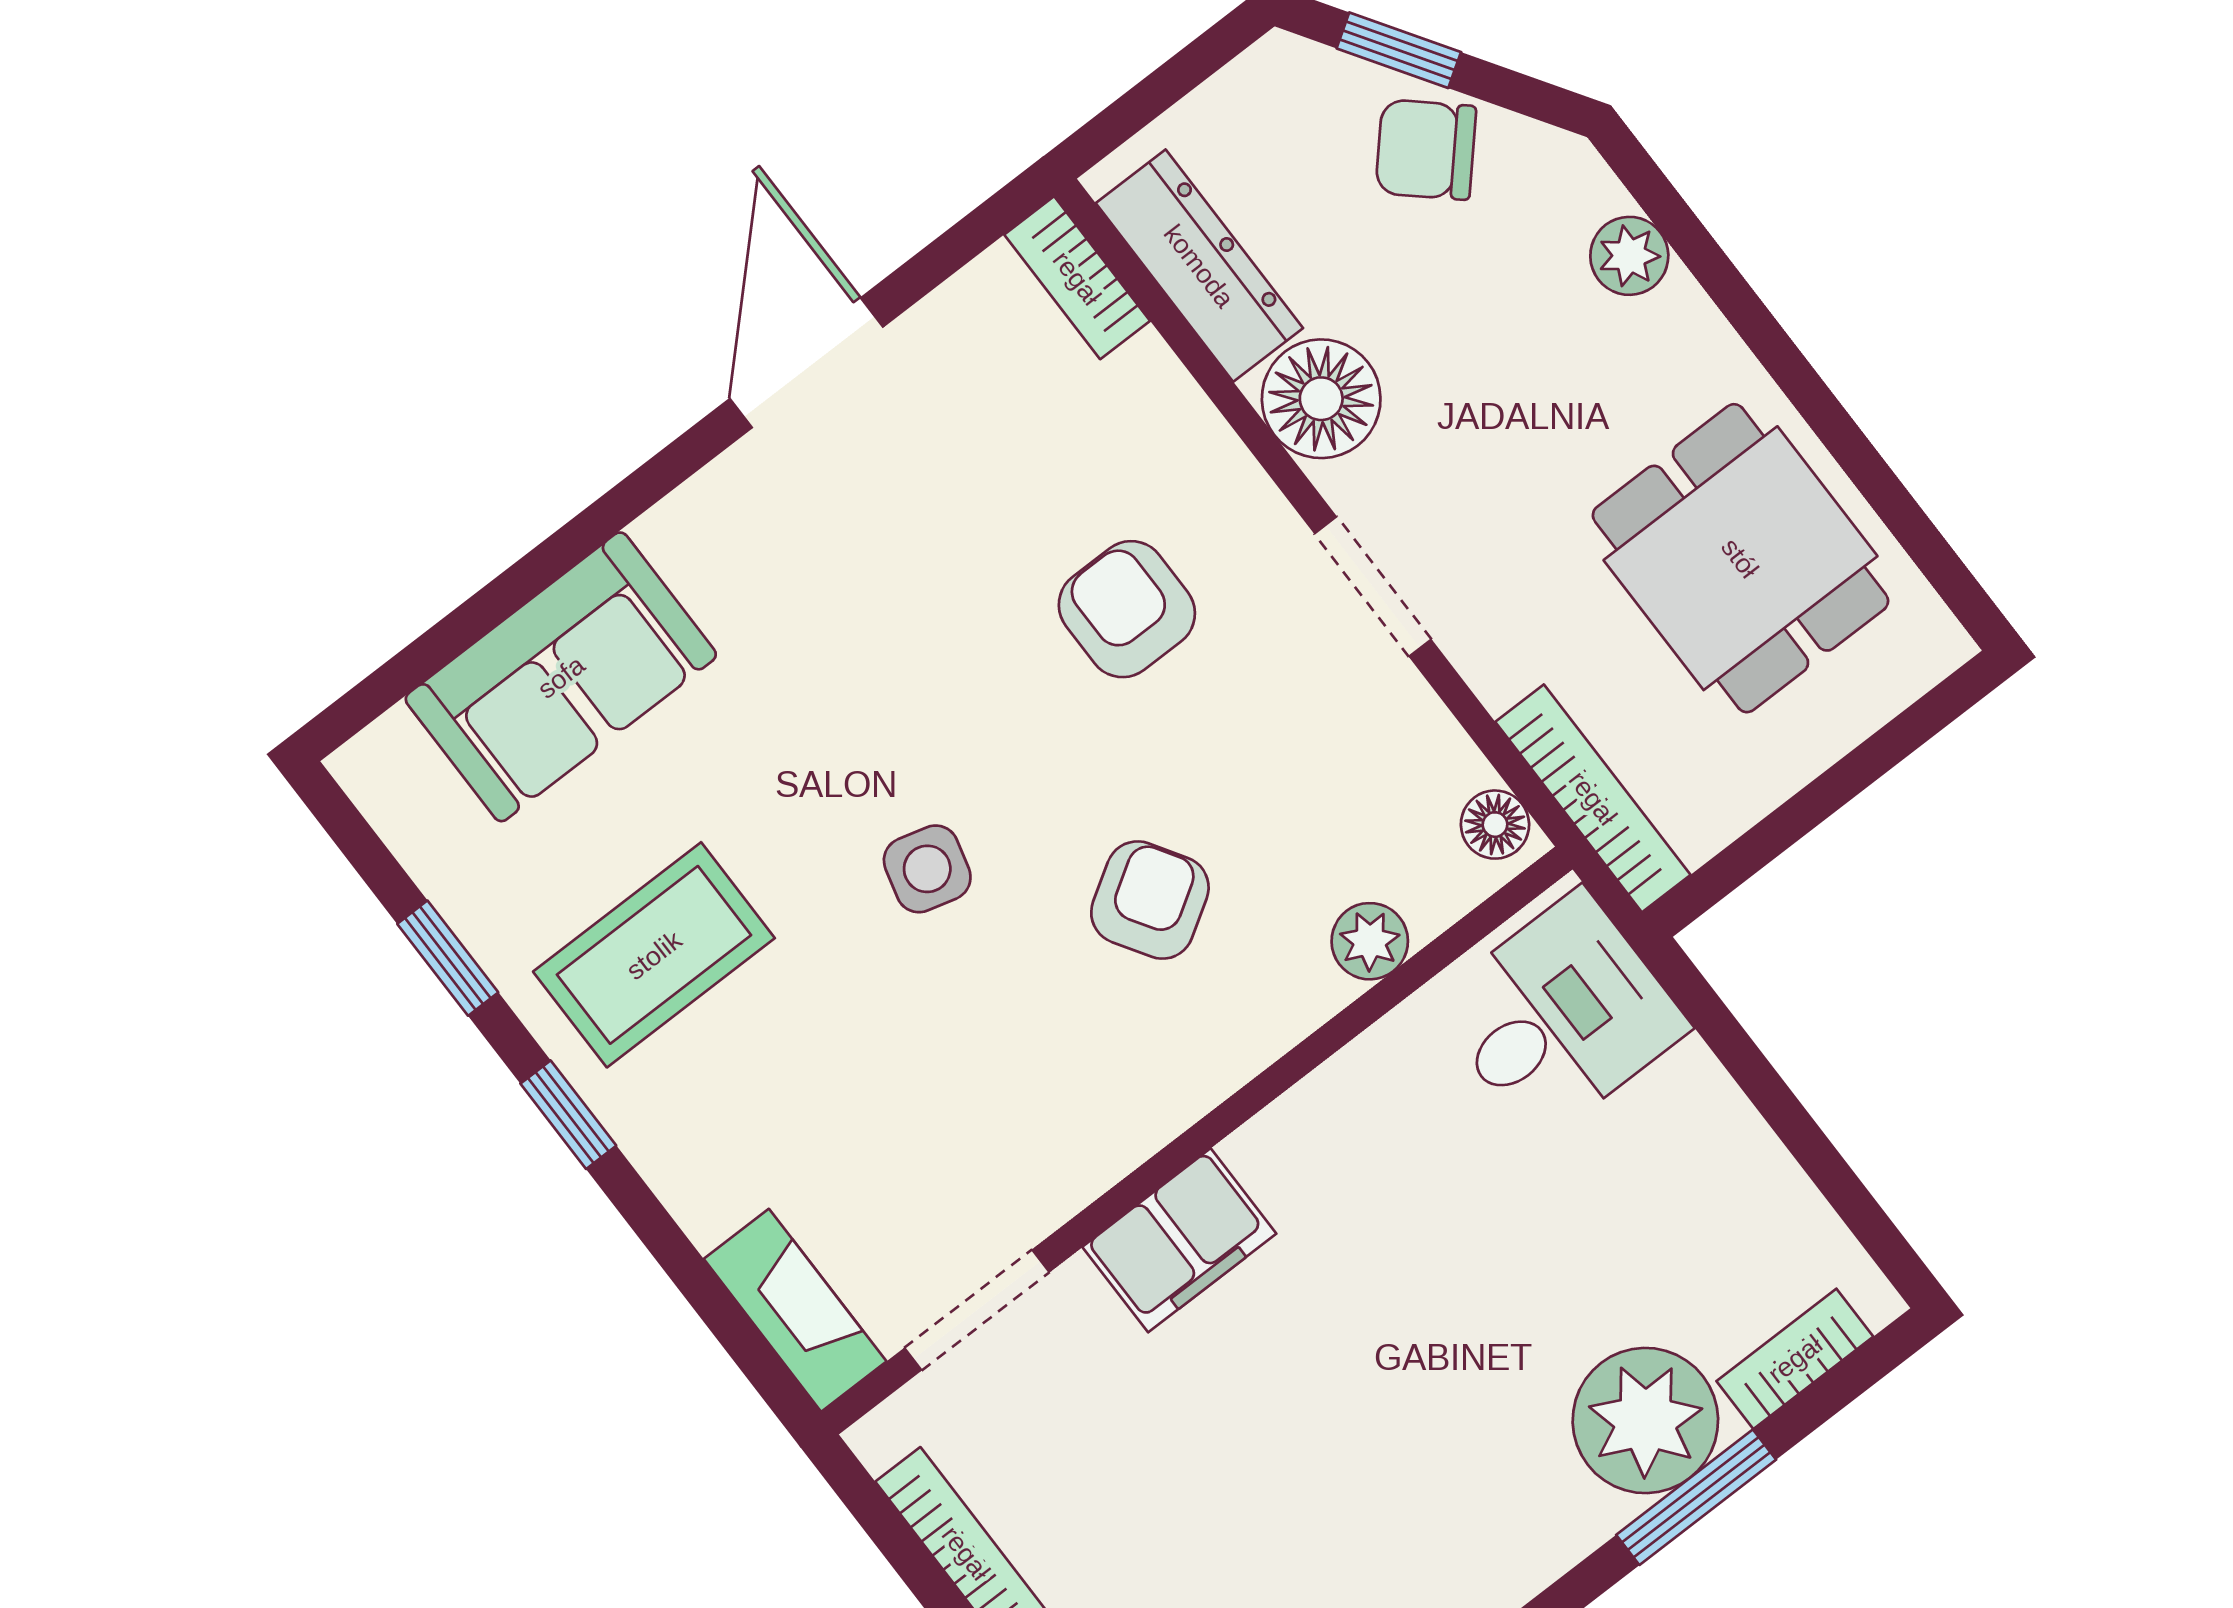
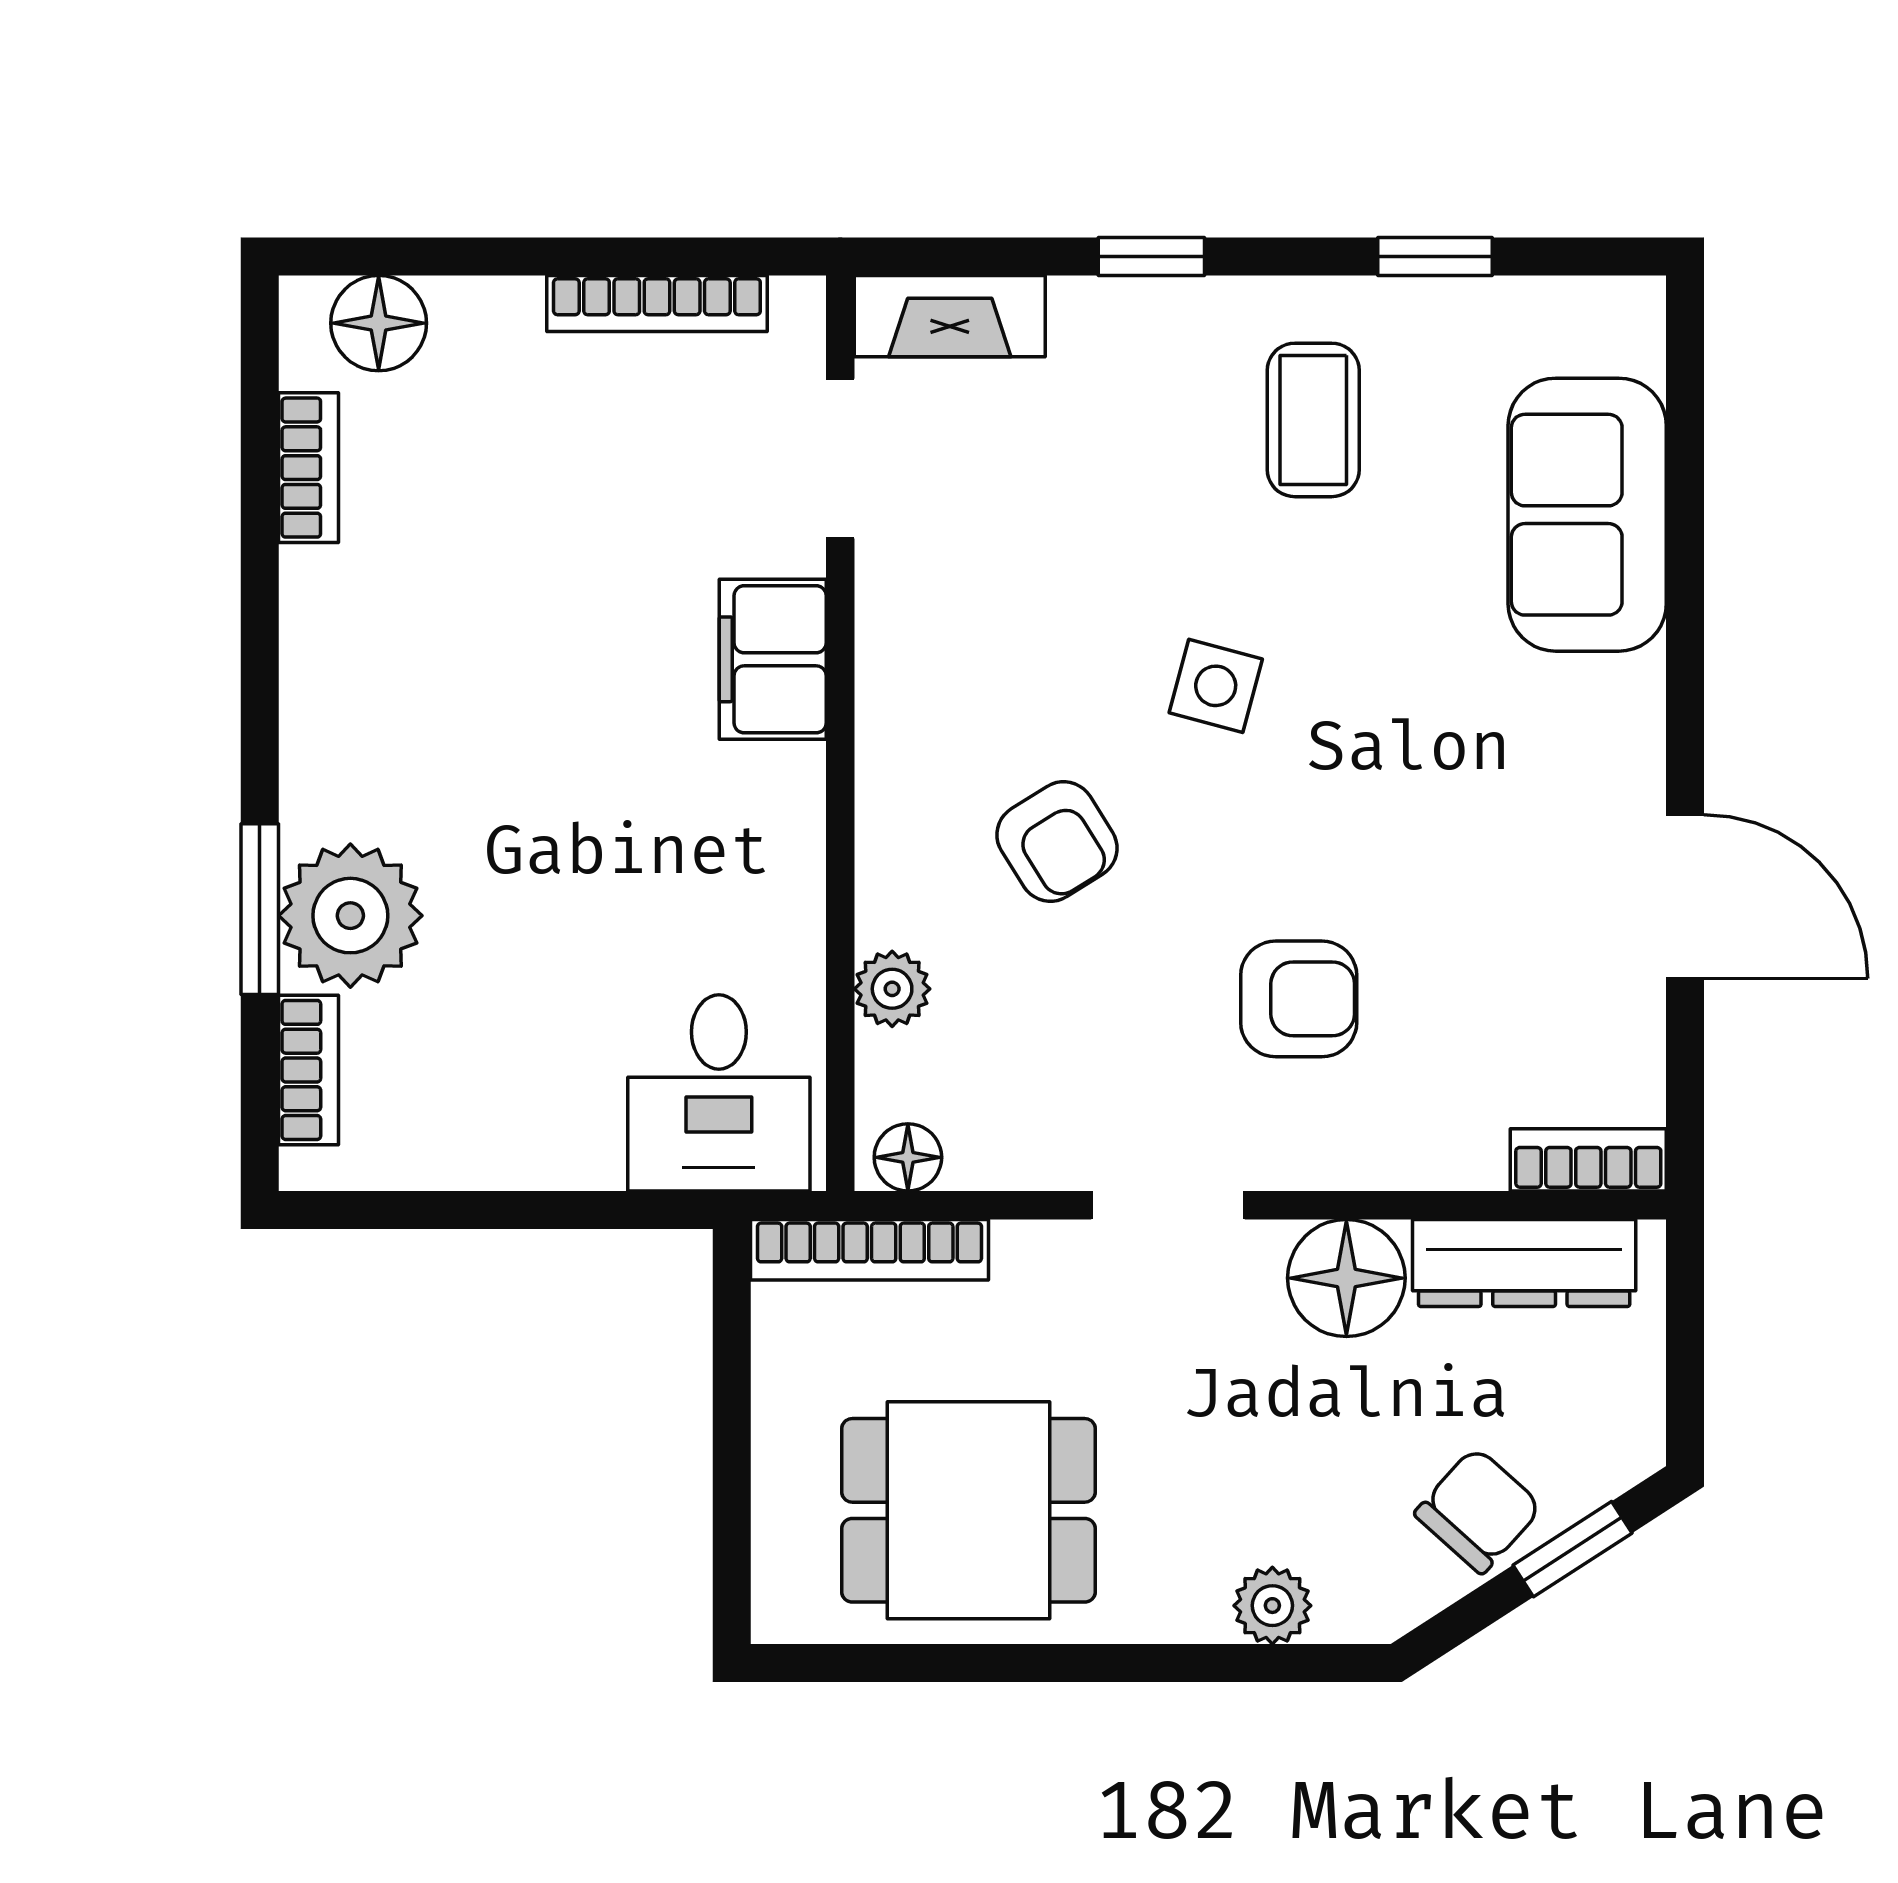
coffee table: (654, 955) -> (1313, 420), width x0.73, depth x0.77
window: (568, 1115) -> (1151, 256), moved

